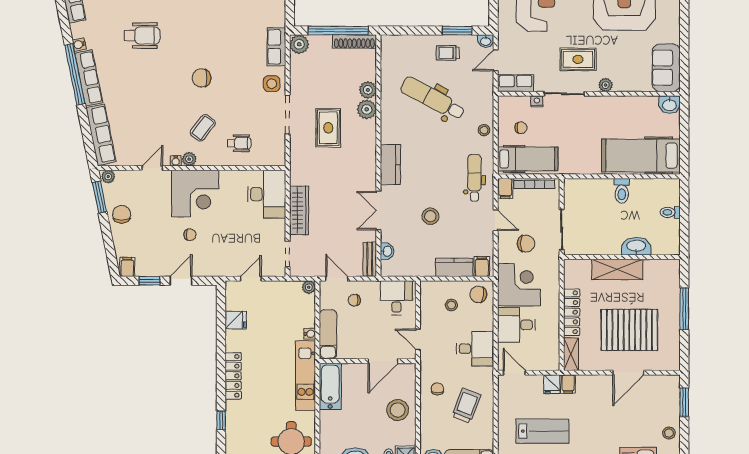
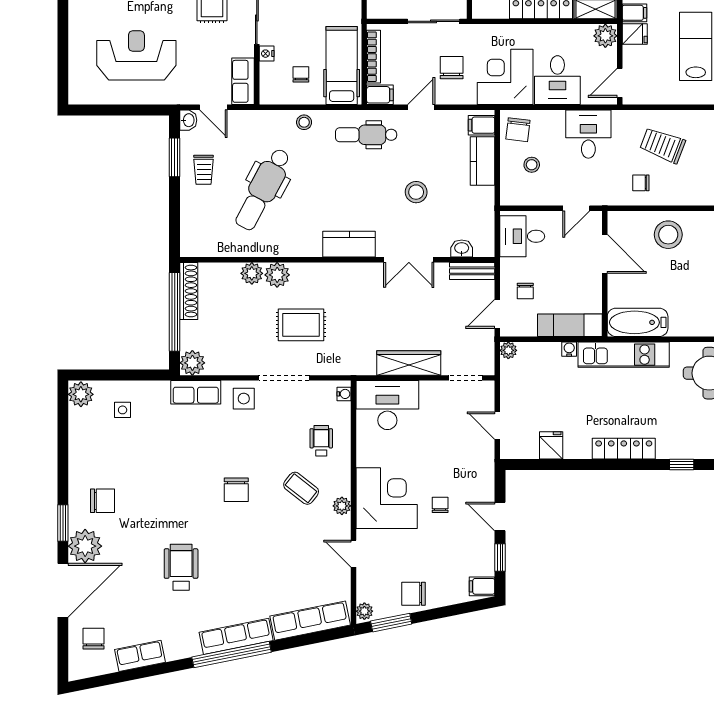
water cooler: (79, 45) -> (193, 649), removed
water cooler: (176, 161) -> (344, 394), moved
plant: (551, 362) -> (605, 36), added

